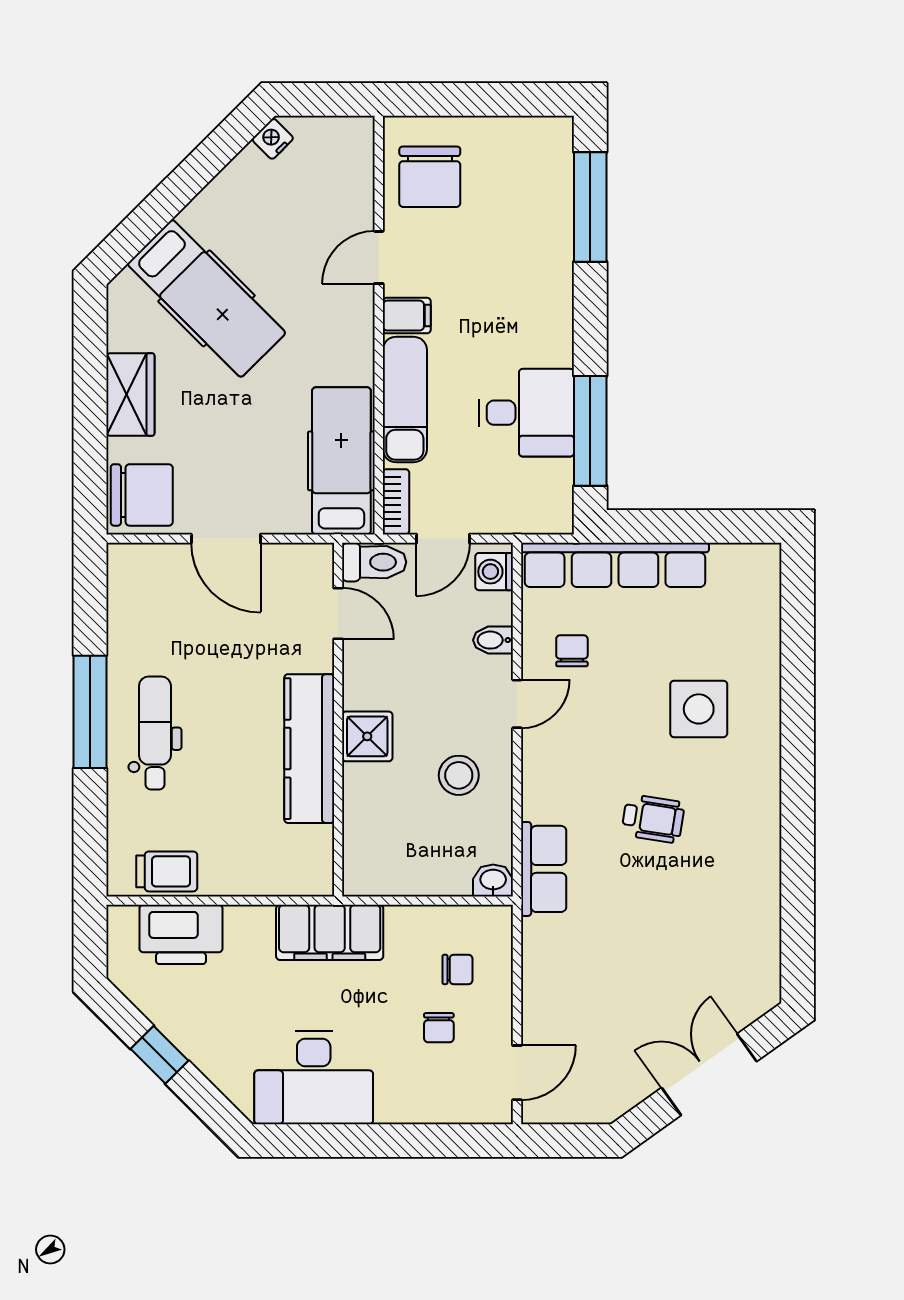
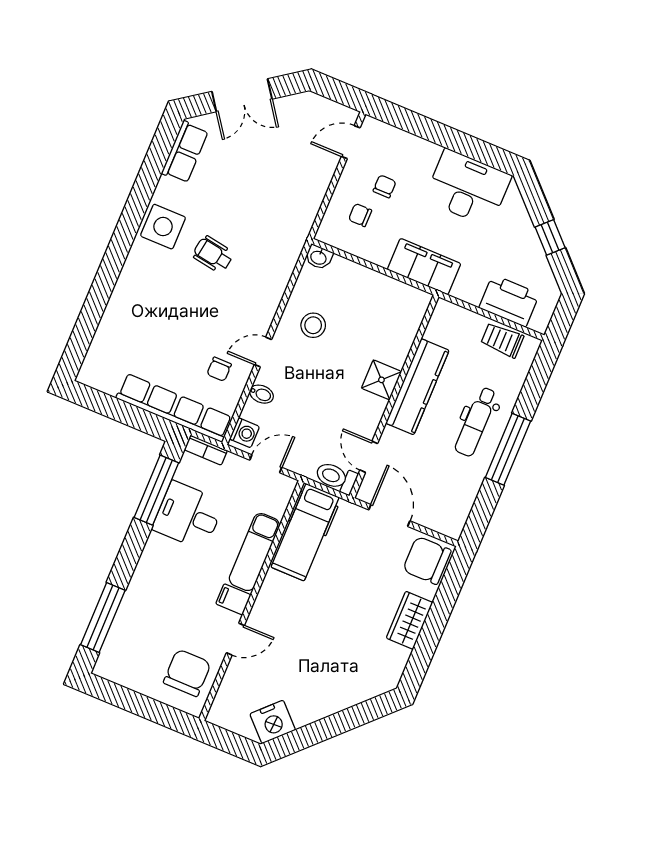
nightstand: (273, 139) -> (273, 722), width x1.89, depth x1.79
hospital bed: (207, 298) -> (343, 657), removed
bookcase: (396, 502) -> (206, 450), moved, turned -90
toilet: (374, 562) -> (336, 477), moved
door: (338, 613) -> (369, 457), moved
side table: (699, 709) -> (163, 227), moved
wall: (338, 720) -> (394, 396), moved
shower: (367, 736) -> (381, 380), moved
kitchen counter: (309, 749) -> (417, 387), moved
row of seats: (544, 869) -> (185, 152), moved, turned 180

